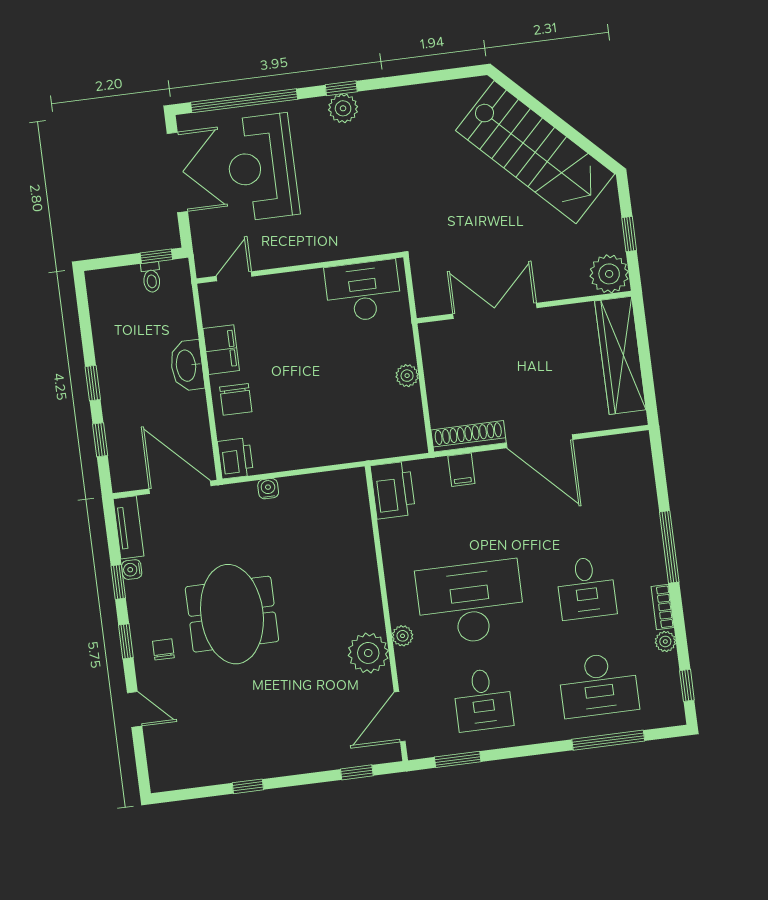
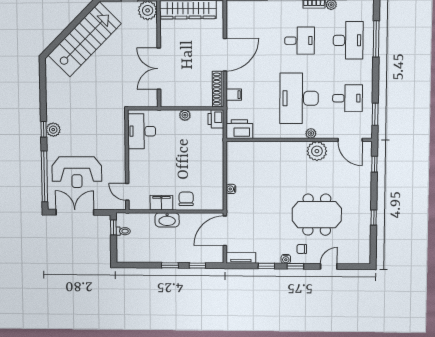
chair: (236, 399) -> (186, 199), turned -90
printer: (235, 458) -> (216, 119), moved, turned -90
water cooler: (132, 570) -> (286, 259), moved
meeting table: (232, 614) -> (317, 215), moved

